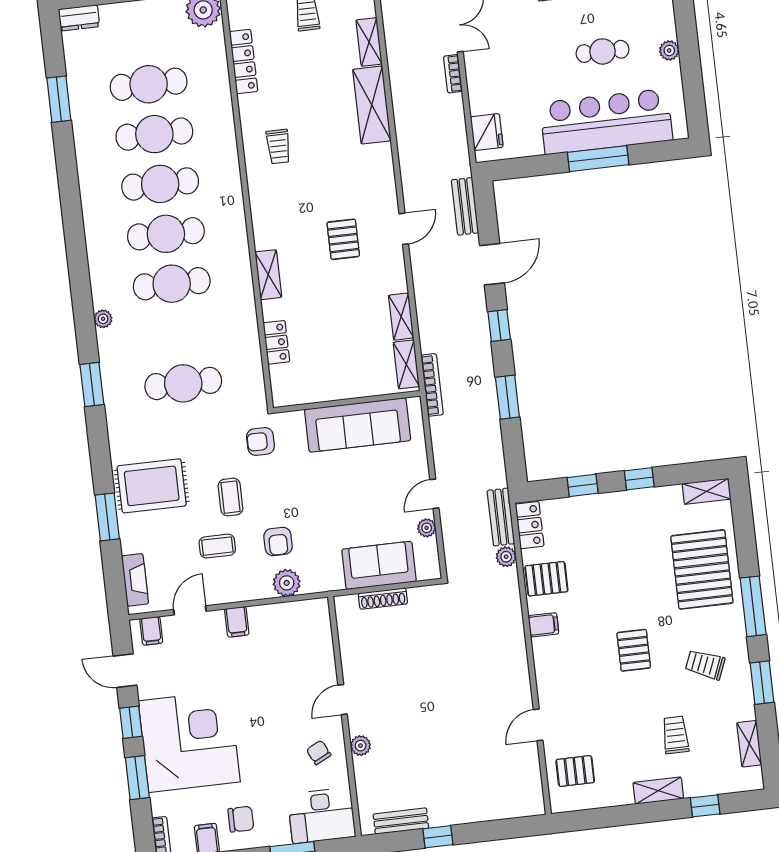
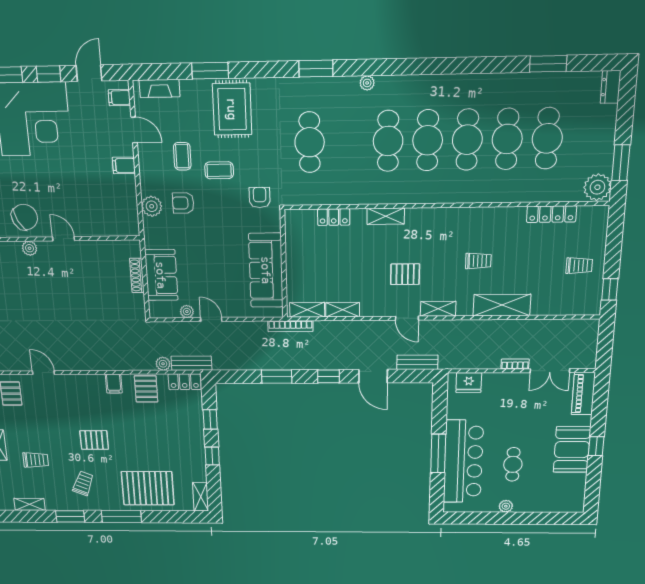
shelving: (369, 42) -> (438, 309), moved
trolley: (278, 147) -> (478, 261), moved, turned 180
chair: (319, 753) -> (24, 217), width x1.87, depth x1.87

